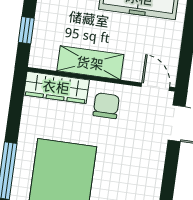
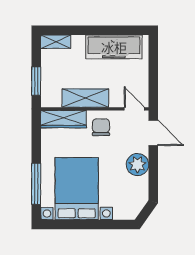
window: (26, 30) -> (36, 81), width x1.50
plant: (149, 164) -> (137, 165), added

